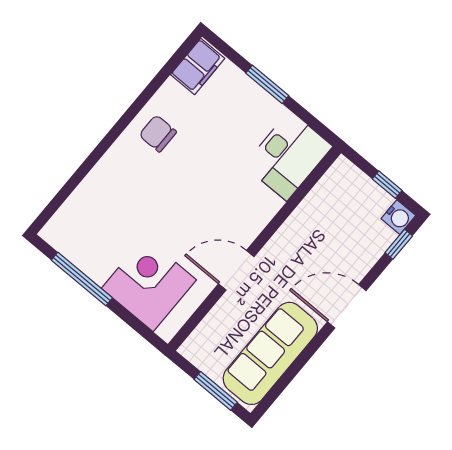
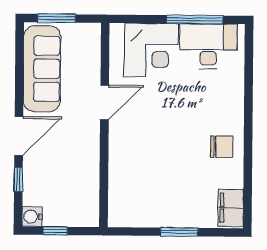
desk: (288, 156) -> (208, 46), moved, turned 90
window: (399, 244) -> (18, 179), moved

